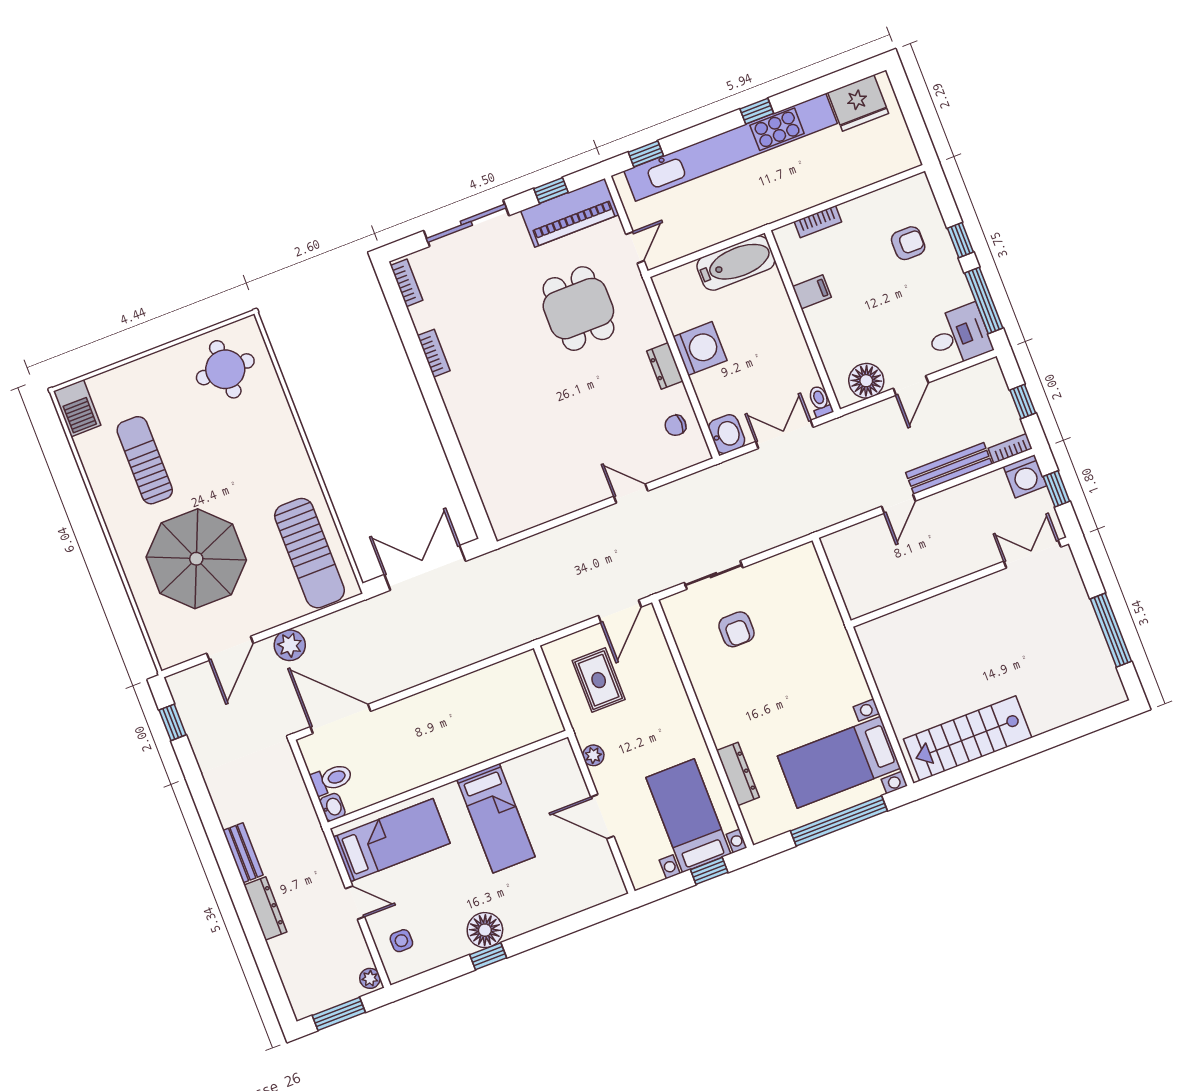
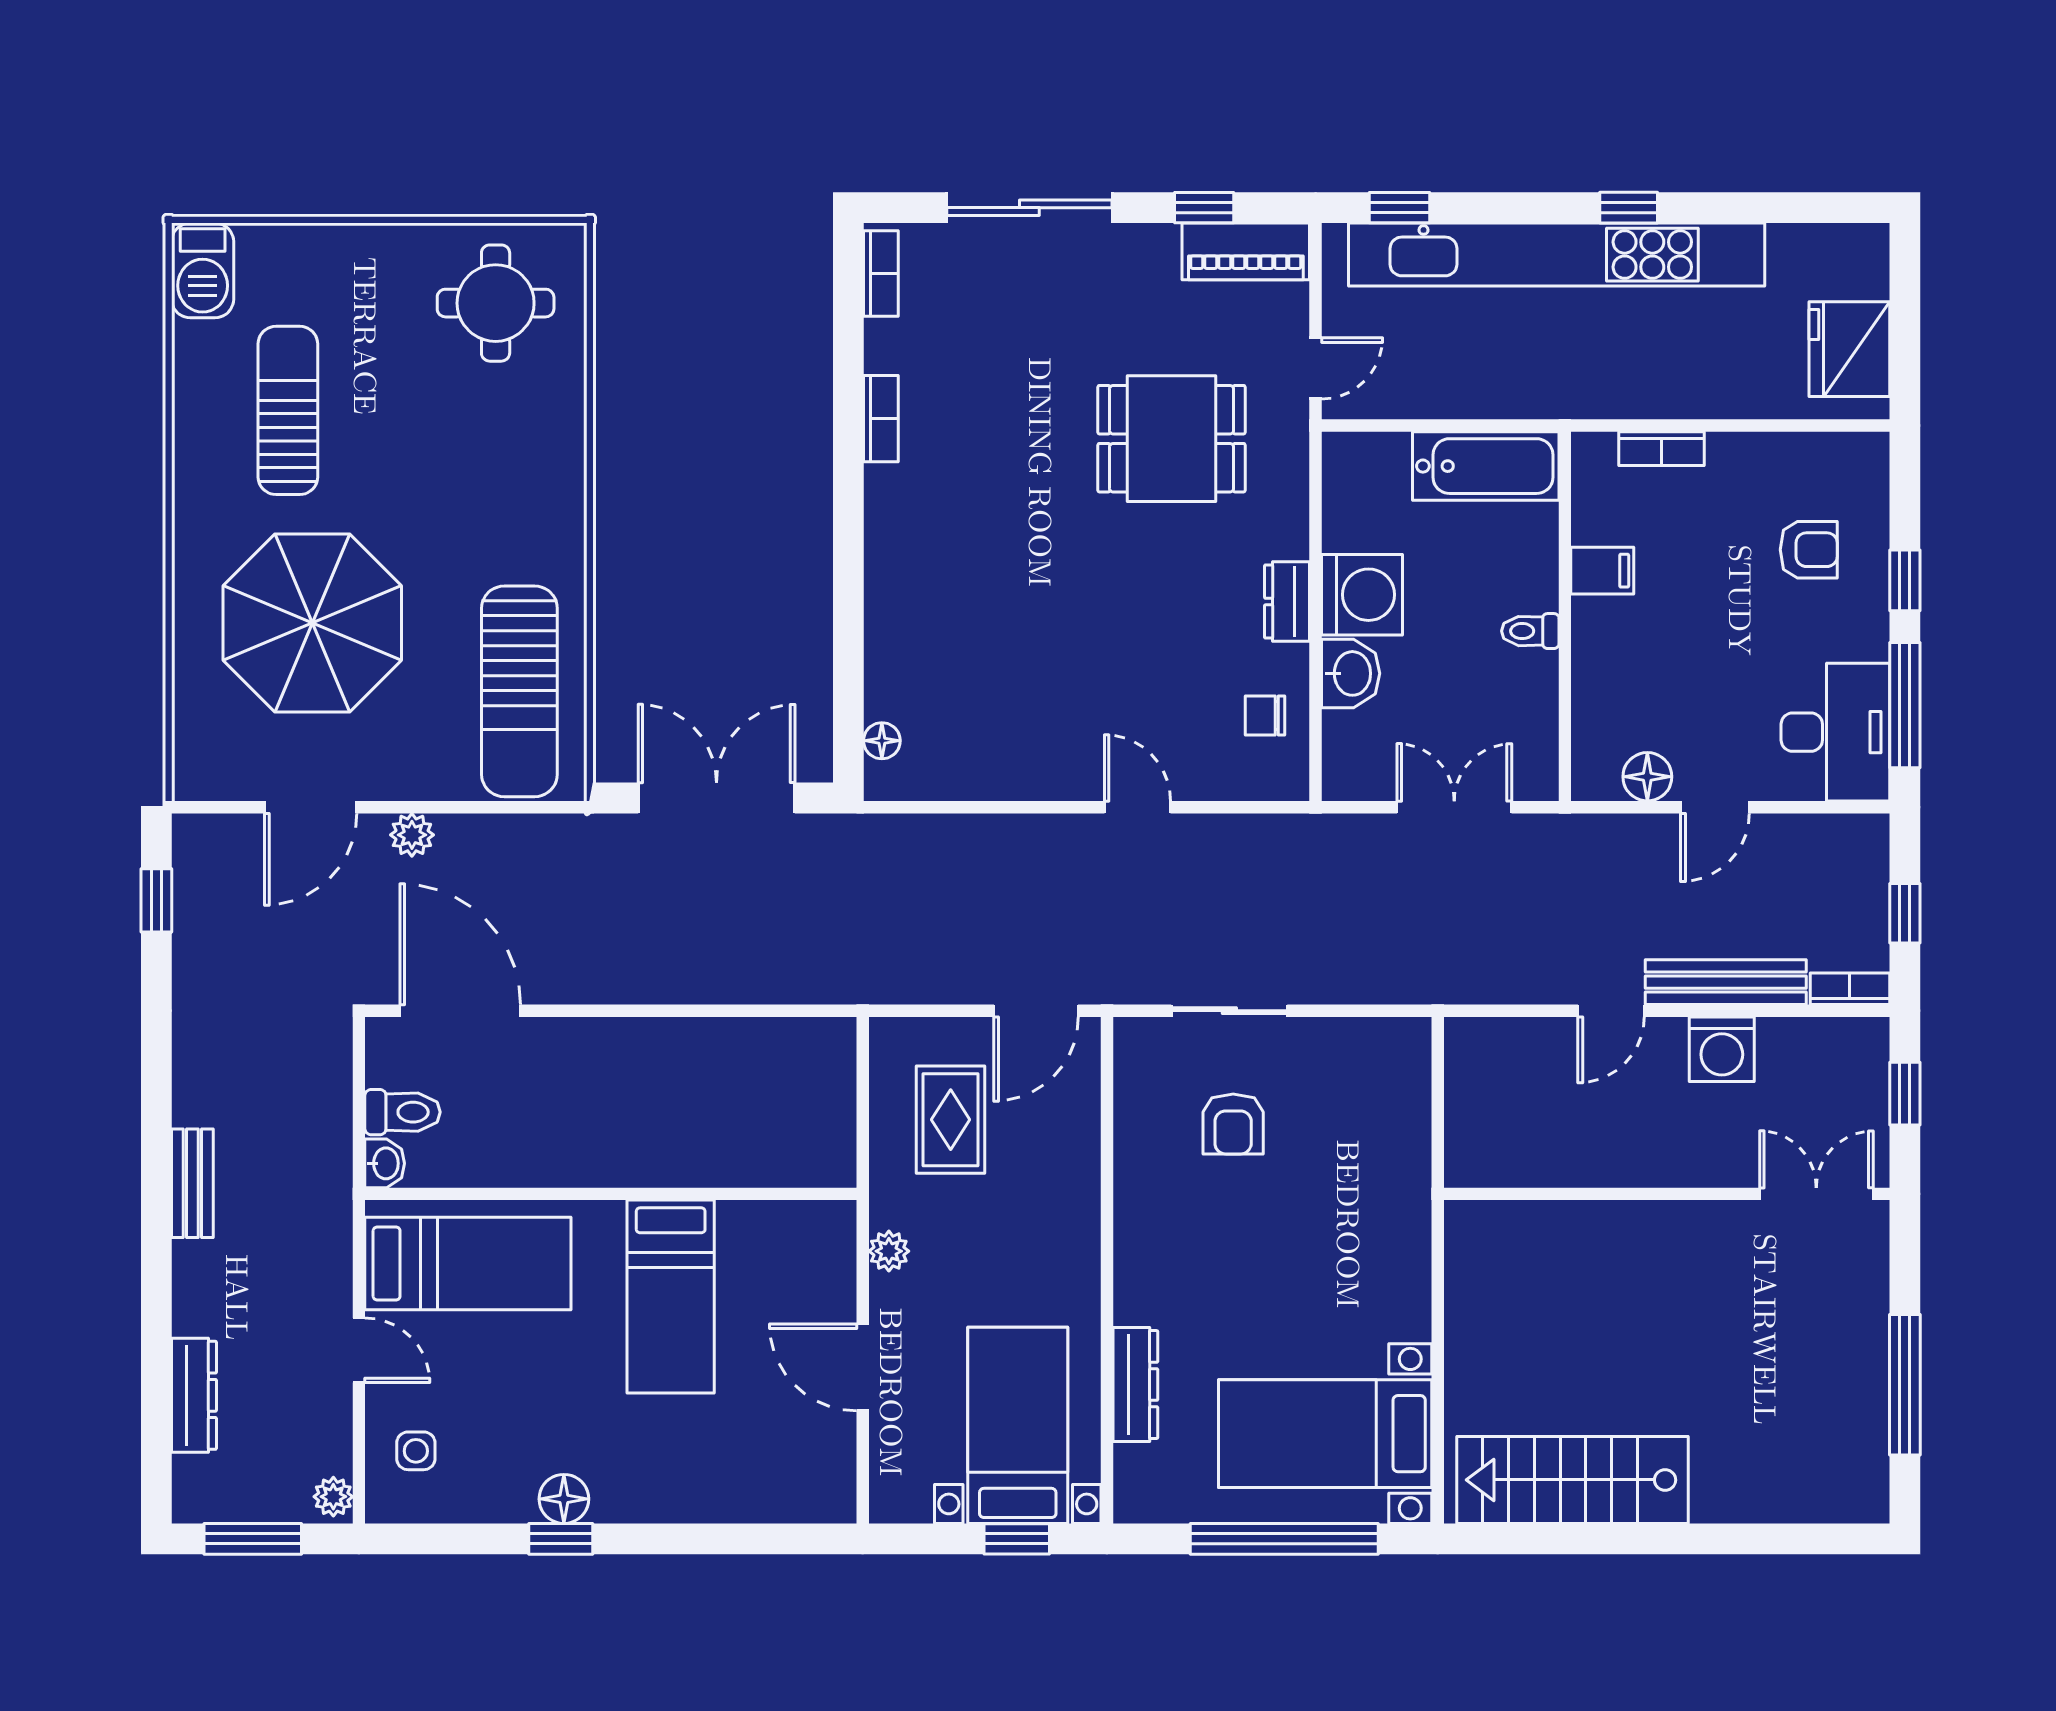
fridge: (858, 103) -> (1849, 349), moved, turned 90
piano: (570, 213) -> (1246, 251), width x0.73, depth x0.75
dining table: (578, 309) -> (1172, 439), turned 90
desk: (959, 336) -> (1835, 732), width x1.37
floor lamp: (866, 381) -> (1647, 777), width x0.73, depth x0.73
toilet: (820, 401) -> (1530, 631), moved, turned -90
washbasin: (727, 434) -> (1351, 673), moved
washing machine: (1025, 476) -> (1722, 1049), moved
floor lamp: (494, 509) -> (882, 741), added
plant: (290, 645) -> (412, 835), width x0.73, depth x0.73
dresser: (265, 908) -> (194, 1395), moved
floor lamp: (485, 930) -> (564, 1499), width x0.73, depth x0.73

